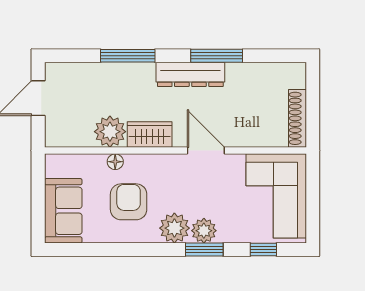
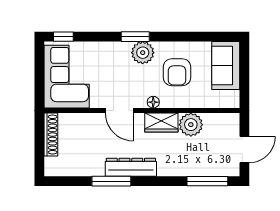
window: (128, 56) -> (207, 181), moved
floor lamp: (115, 162) -> (153, 102), moved
plant: (204, 231) -> (121, 51), removed
window: (204, 250) -> (135, 37), moved
window: (263, 250) -> (63, 37), moved

